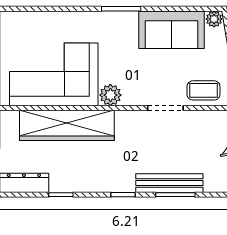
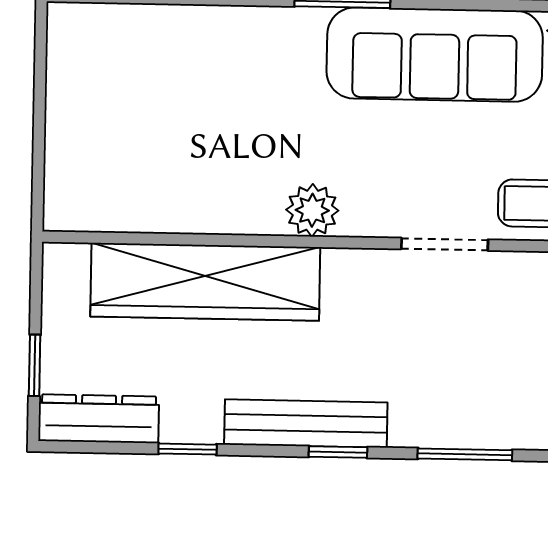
sofa: (172, 30) -> (435, 55), width x1.36
corner sofa: (54, 74) -> (176, 158), removed
bench: (169, 183) -> (306, 423), moved

